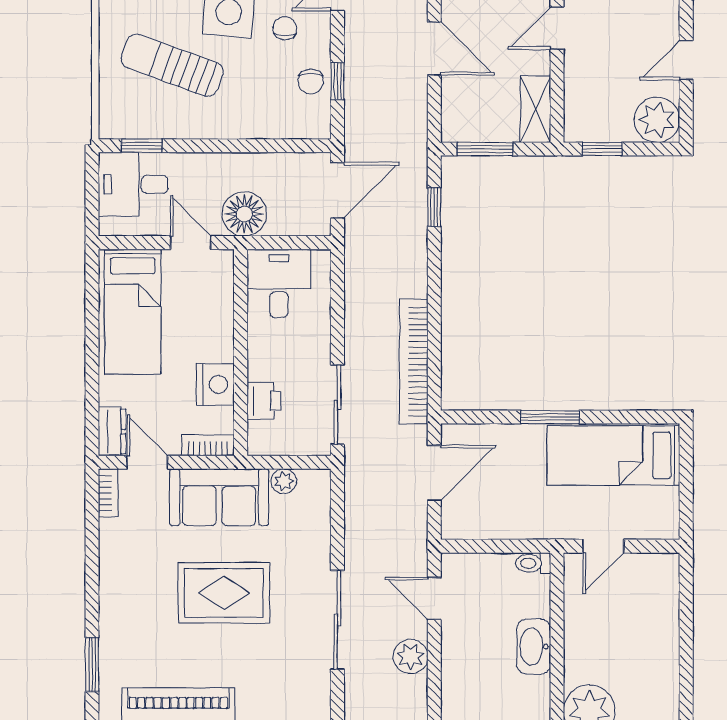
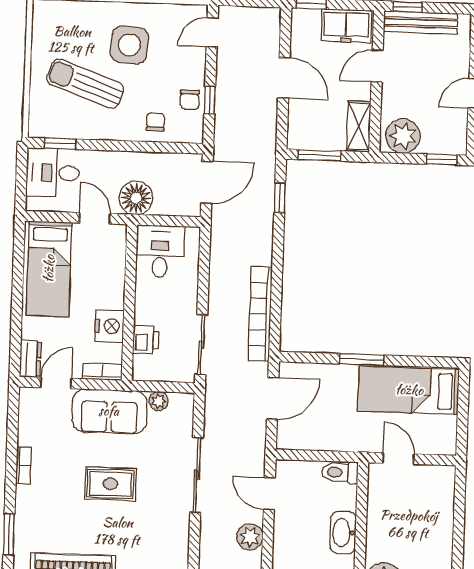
chair: (285, 28) -> (155, 122), moved
plant: (657, 120) -> (403, 136), moved
window: (602, 149) -> (442, 160), moved
door: (147, 462) -> (56, 383), hinge flipped
bookcase: (108, 493) -> (24, 465), moved
door: (603, 546) -> (398, 459), swing flipped
toilet: (533, 563) -> (340, 472), width x1.37, depth x1.39
rug: (224, 593) -> (110, 484), width x0.73, depth x0.70
sliding door: (337, 620) -> (197, 475), moved

